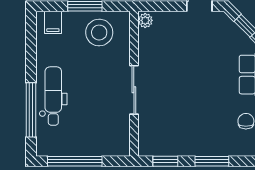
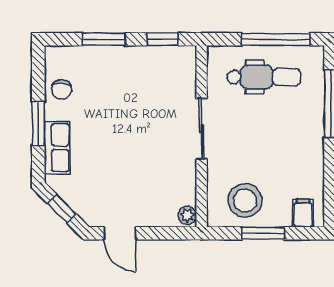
dental chair: (53, 96) -> (264, 77), moved, turned -90

